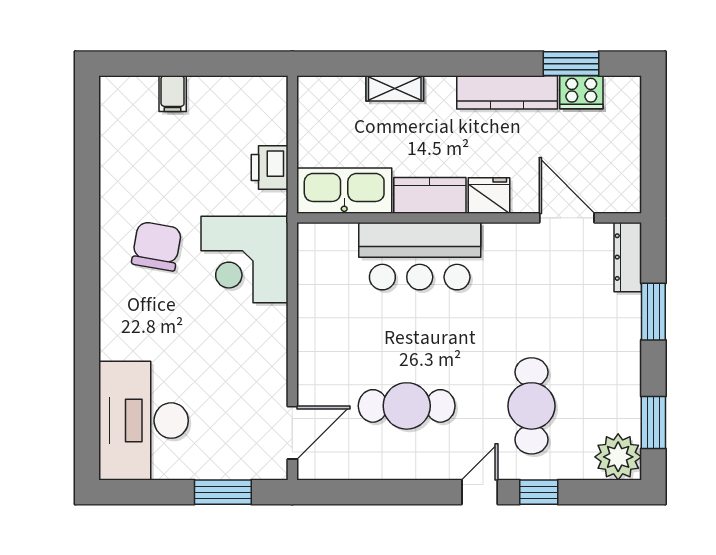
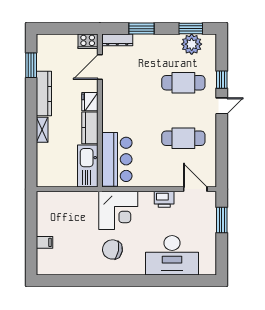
shelving: (395, 88) -> (42, 130), moved
cooker: (581, 92) -> (88, 41), moved, turned 90
printer: (270, 167) -> (164, 199), moved
bar counter: (420, 256) -> (117, 159), moved
cafe table: (407, 406) -> (183, 138), turned 90
desk: (144, 421) -> (172, 255), moved
plant: (618, 457) -> (192, 44), moved
door: (480, 492) -> (222, 106), swing flipped

